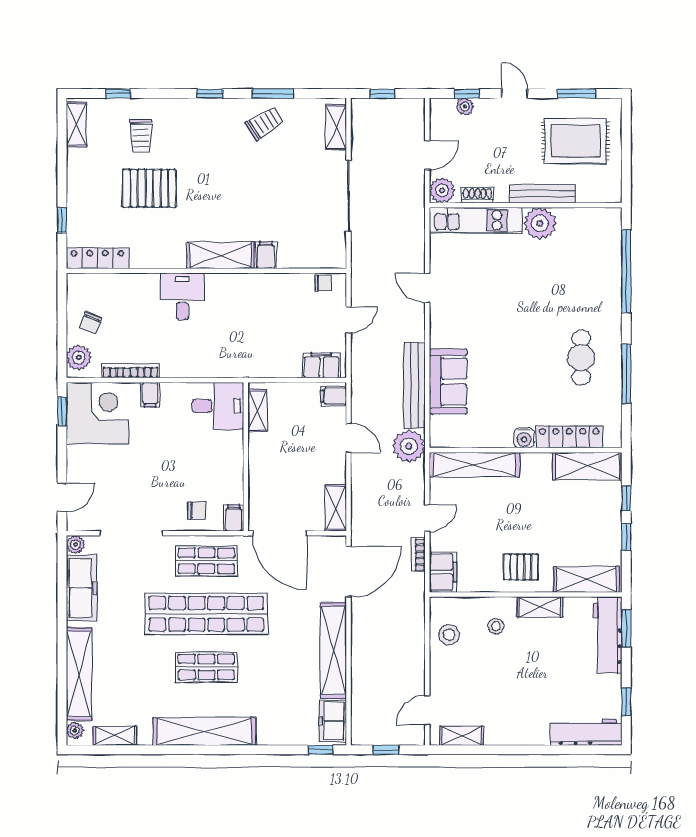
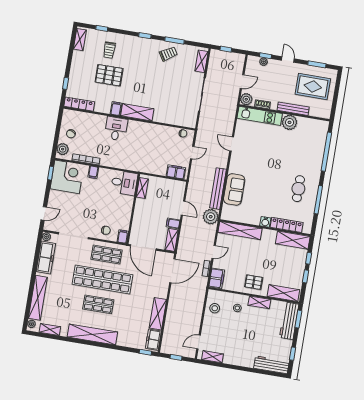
filing cabinet: (266, 255) -> (116, 109), moved
filing cabinet: (333, 396) -> (173, 223), moved
shelving: (333, 650) -> (158, 314), width x0.68

